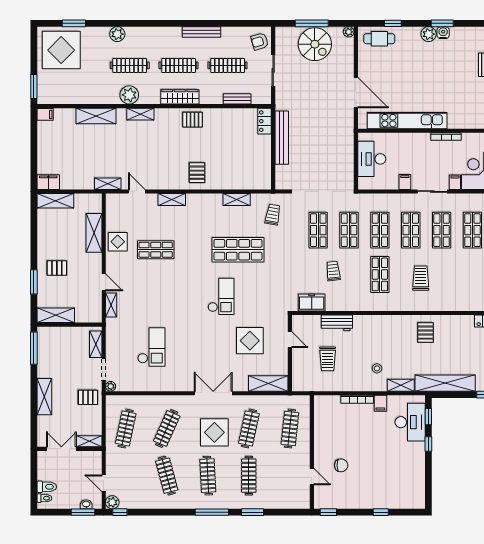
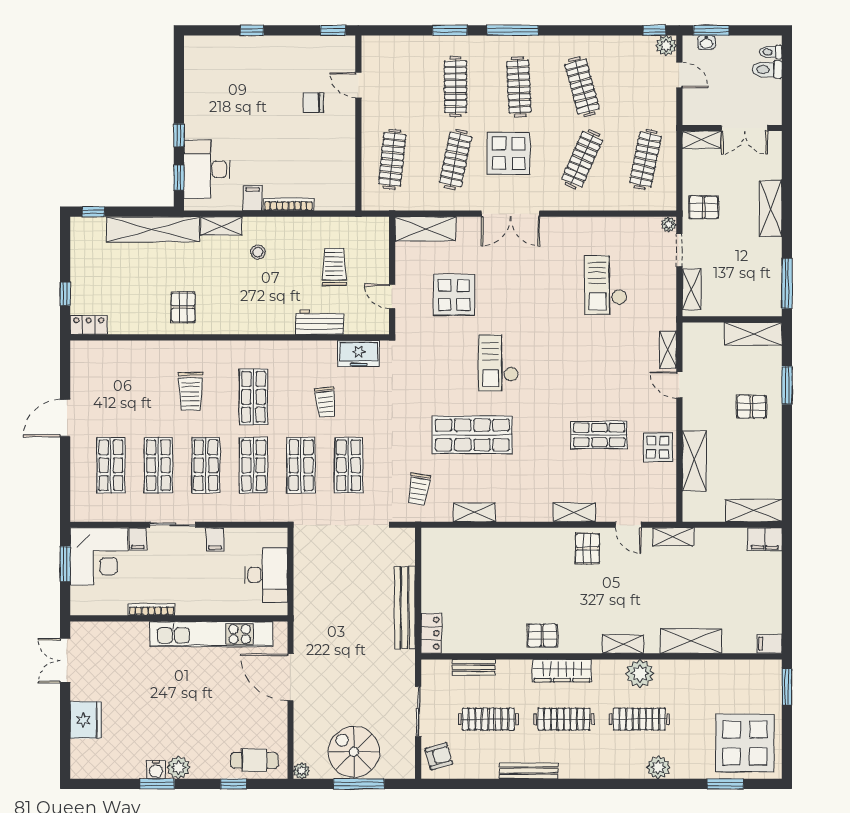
pallet: (197, 173) -> (587, 548), moved

